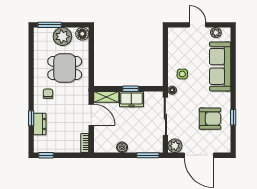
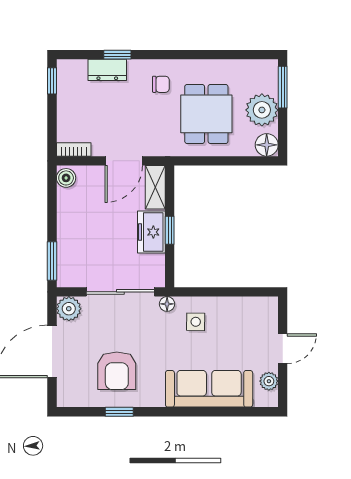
boiler: (122, 147) -> (66, 178), moved

